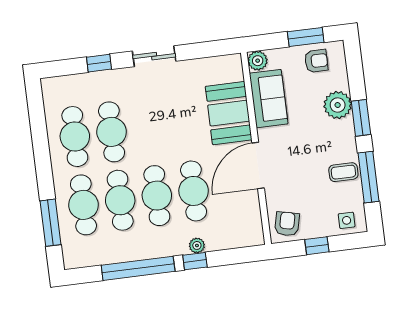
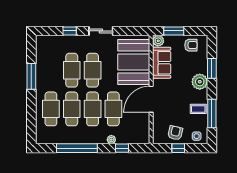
window: (306, 37) -> (174, 31), moved
plant: (338, 105) -> (200, 82), moved
booth: (229, 113) -> (134, 62), width x1.36, depth x1.42
window: (361, 118) -> (212, 68), moved
cafe table: (75, 137) -> (93, 70), moved
window: (50, 223) -> (31, 76), moved
armchair: (287, 224) -> (175, 133), moved
window: (195, 261) -> (122, 148), moved

